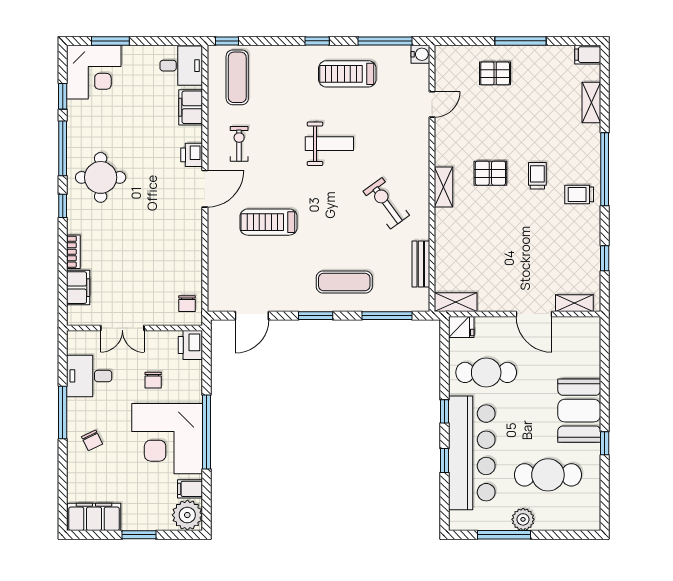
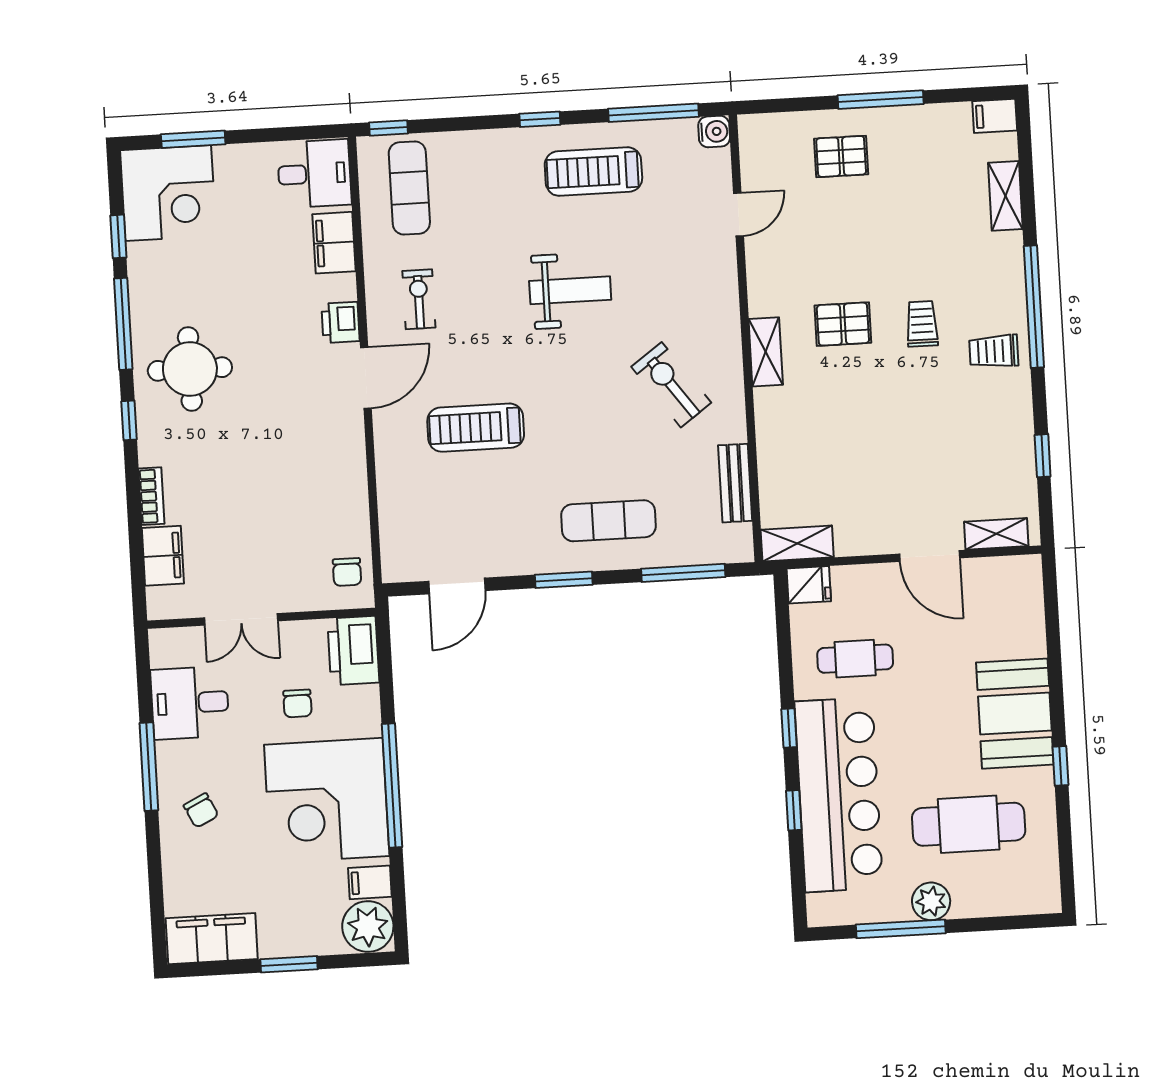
printer: (190, 345) -> (353, 650), width x1.37, depth x1.19
cafe table: (486, 372) -> (855, 659), width x0.73, depth x0.74

